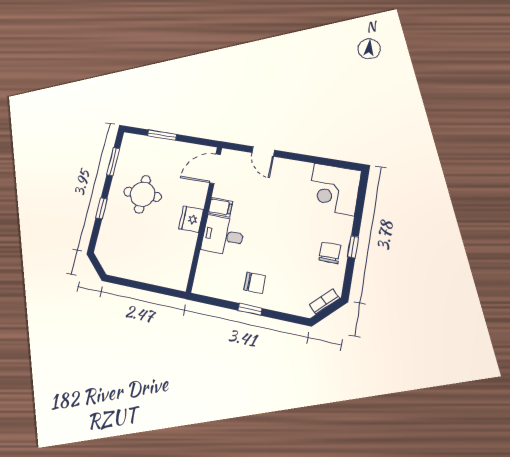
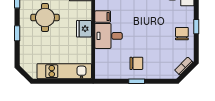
kitchen unit: (151, 273) -> (64, 71), added

